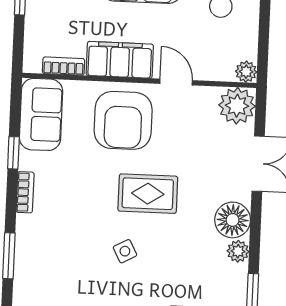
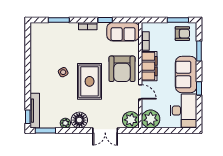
plant: (246, 72) -> (151, 119), width x1.87, depth x1.87
door: (176, 82) -> (140, 92), hinge flipped
armchair: (123, 120) -> (122, 69), turned -90
rug: (148, 194) -> (90, 81), width x1.36, depth x1.43

